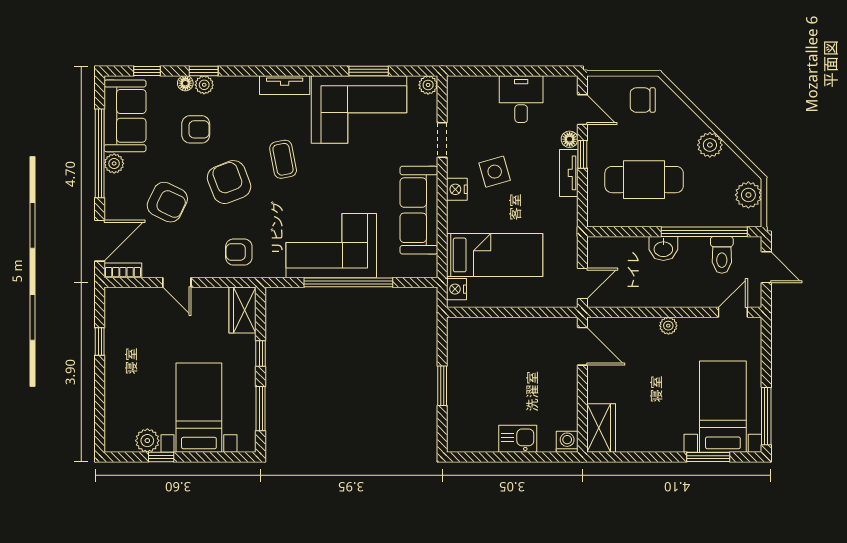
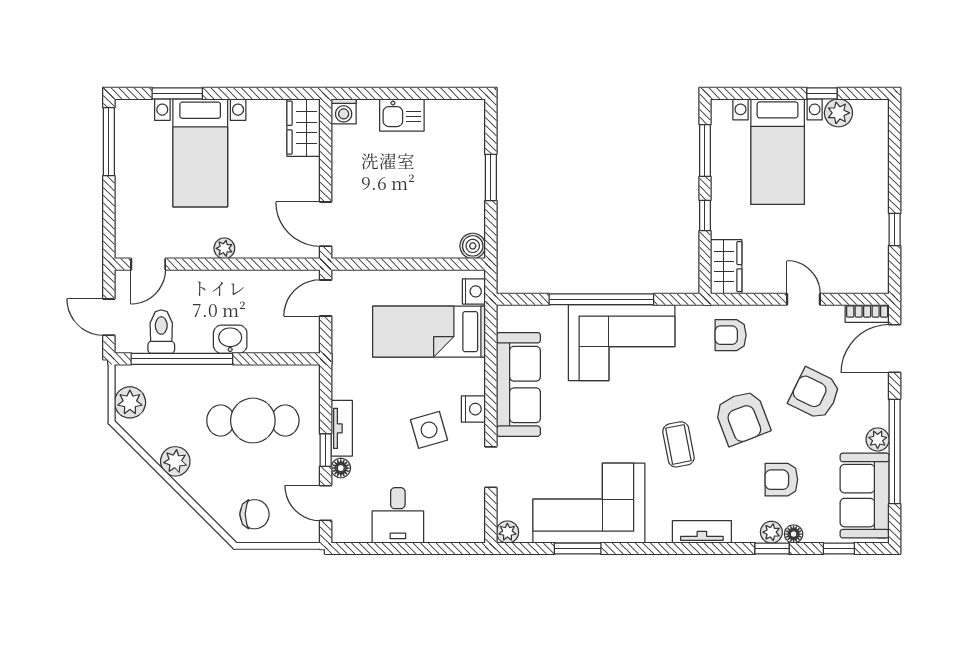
tv unit: (285, 85) -> (702, 532), moved
armchair: (239, 252) -> (731, 335), turned 180
boiler: (458, 328) -> (473, 246), added
bed with nightstands: (723, 407) -> (200, 153), moved

